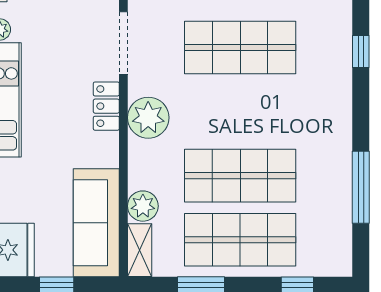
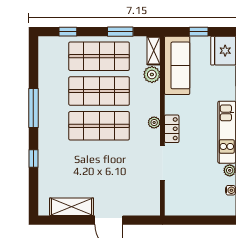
shop shelf: (240, 47) -> (99, 126), moved
plant: (148, 118) -> (154, 122), width x0.53, depth x0.53
window: (361, 187) -> (33, 108), moved

